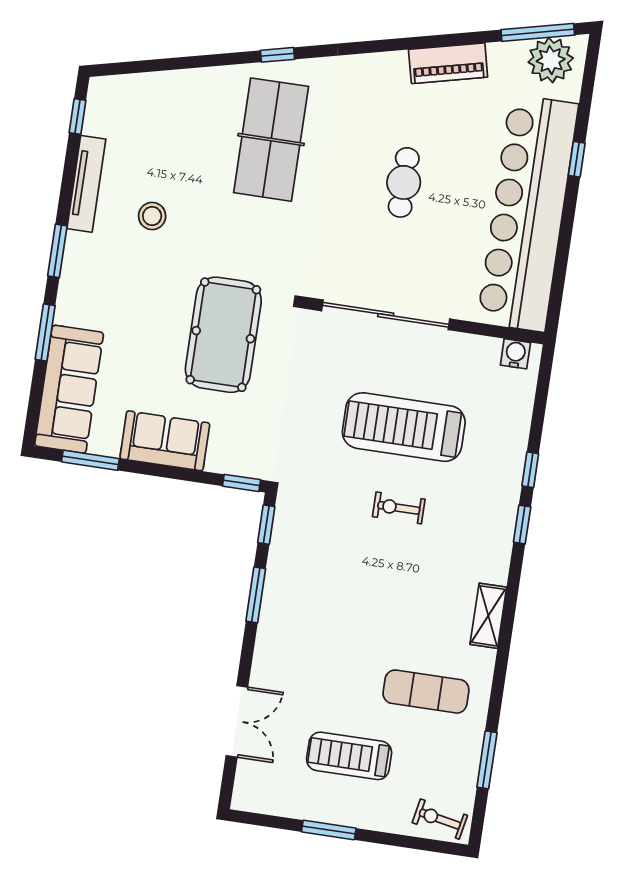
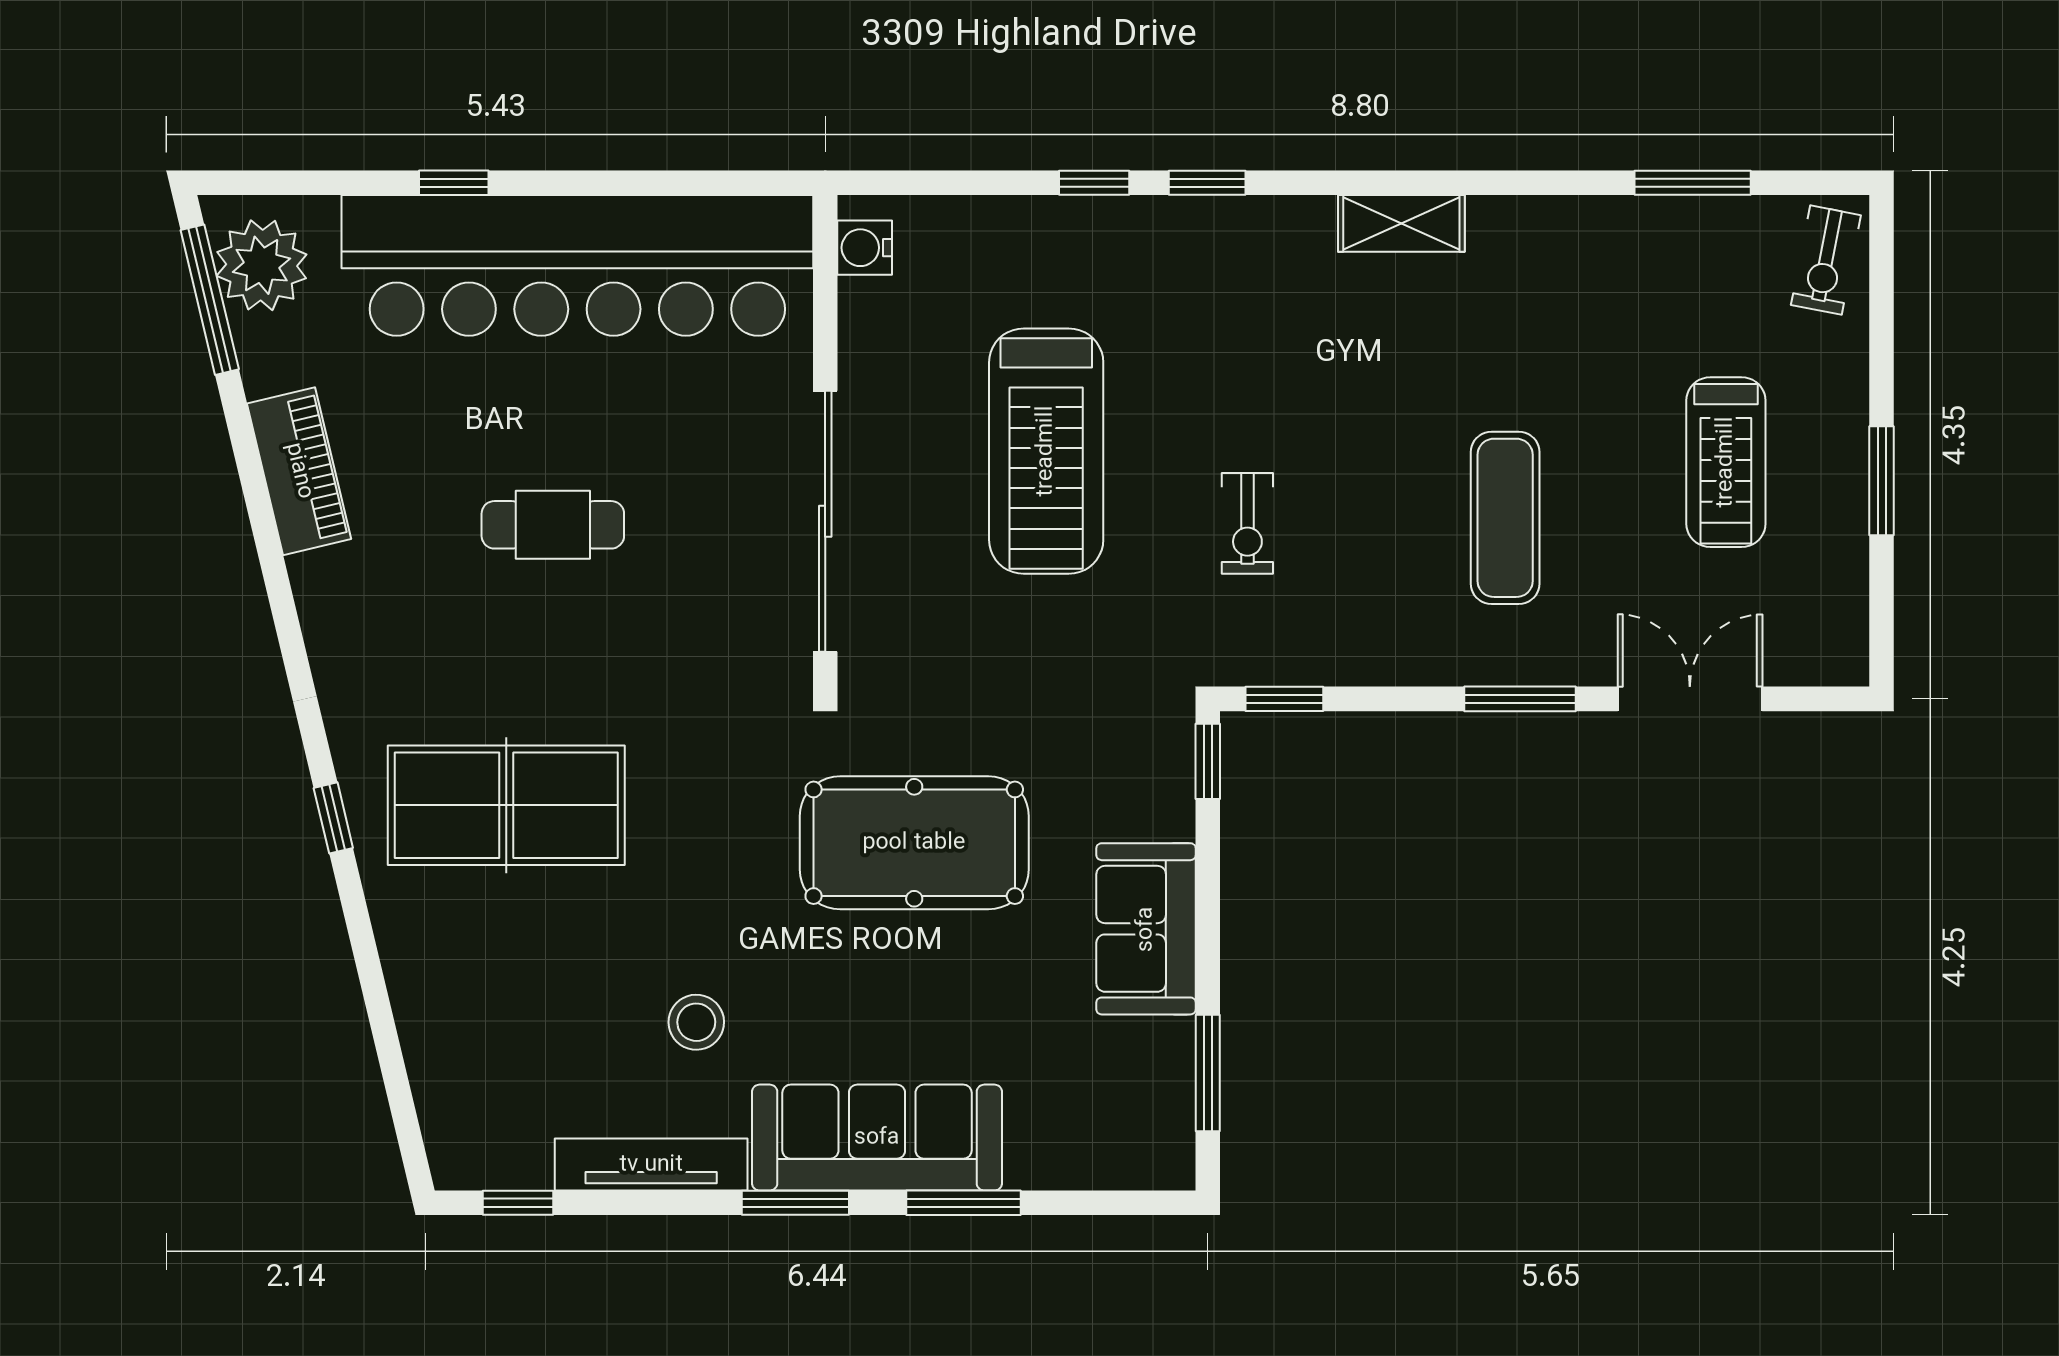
sofa: (69, 389) -> (877, 1138), moved
exercise bike: (399, 508) -> (1247, 523), moved
window: (256, 595) -> (1520, 699), moved
exercise mat: (426, 692) -> (1505, 518), moved

